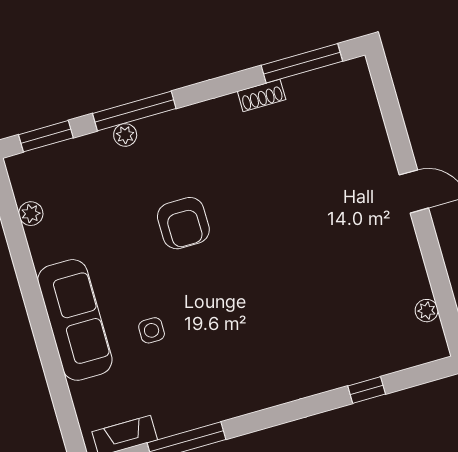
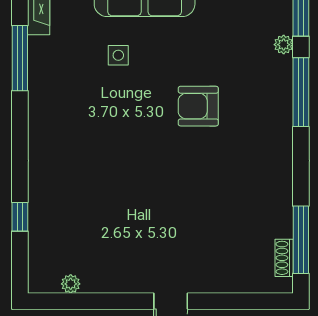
shoe rack: (262, 95) -> (284, 258), moved
plant: (125, 135) -> (284, 45), moved

